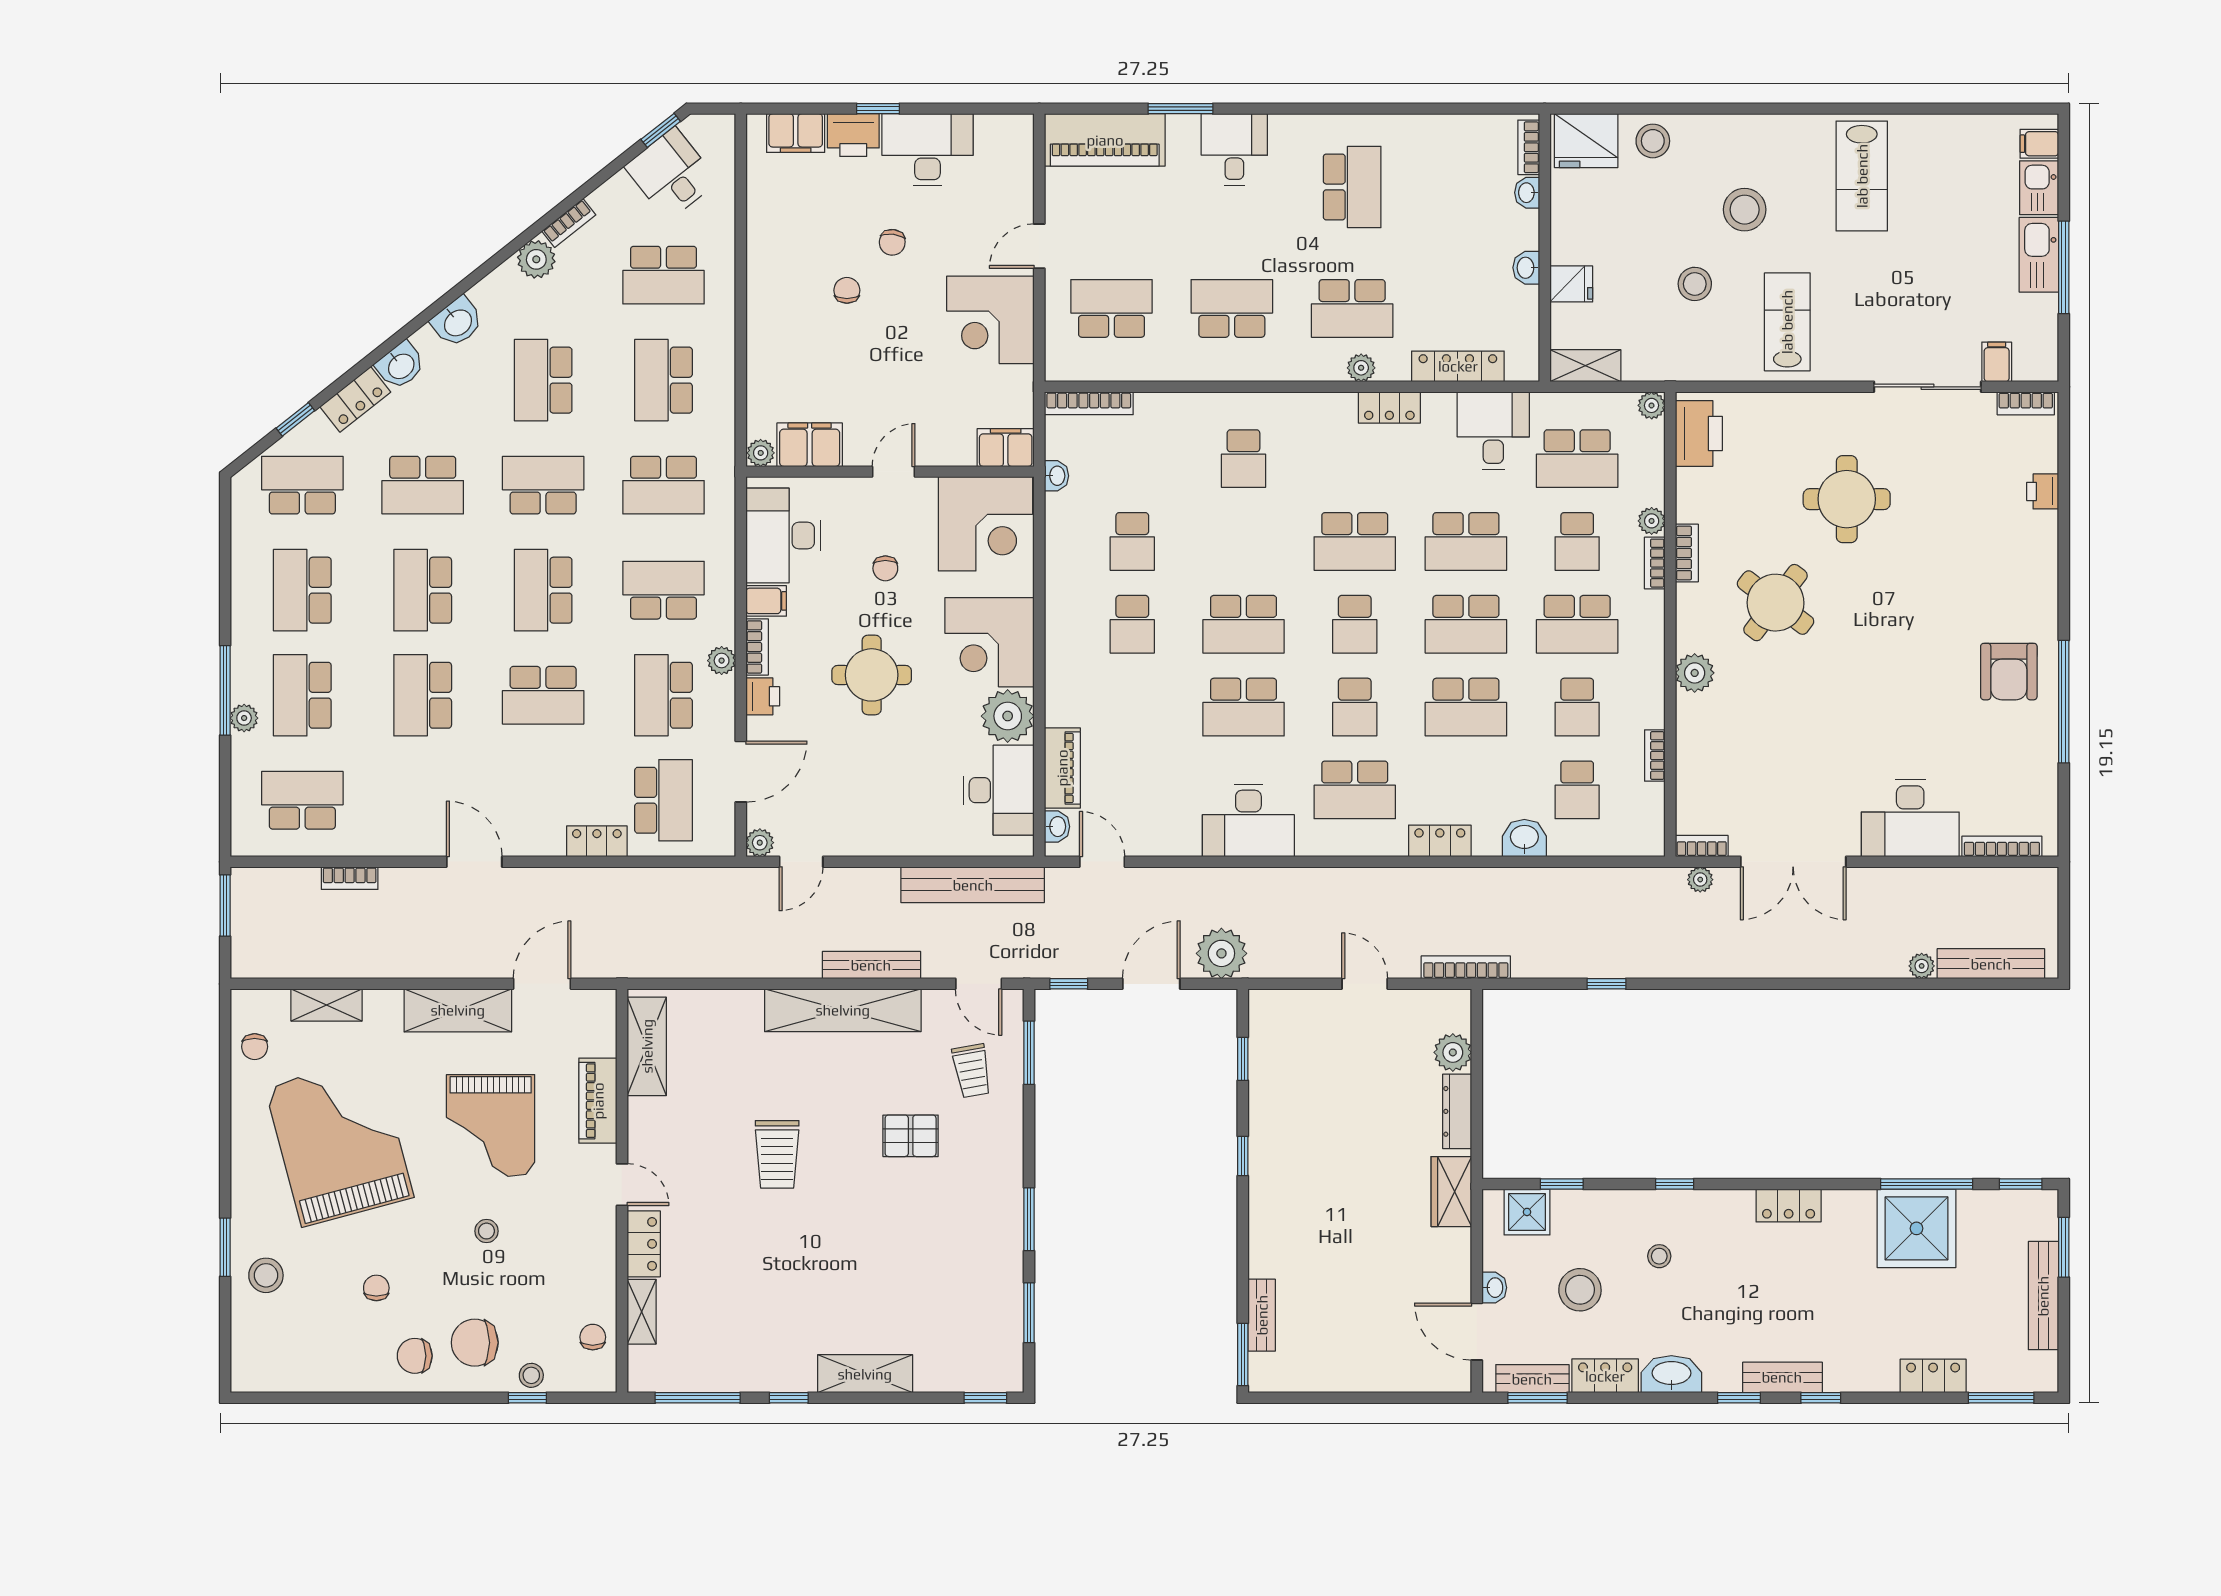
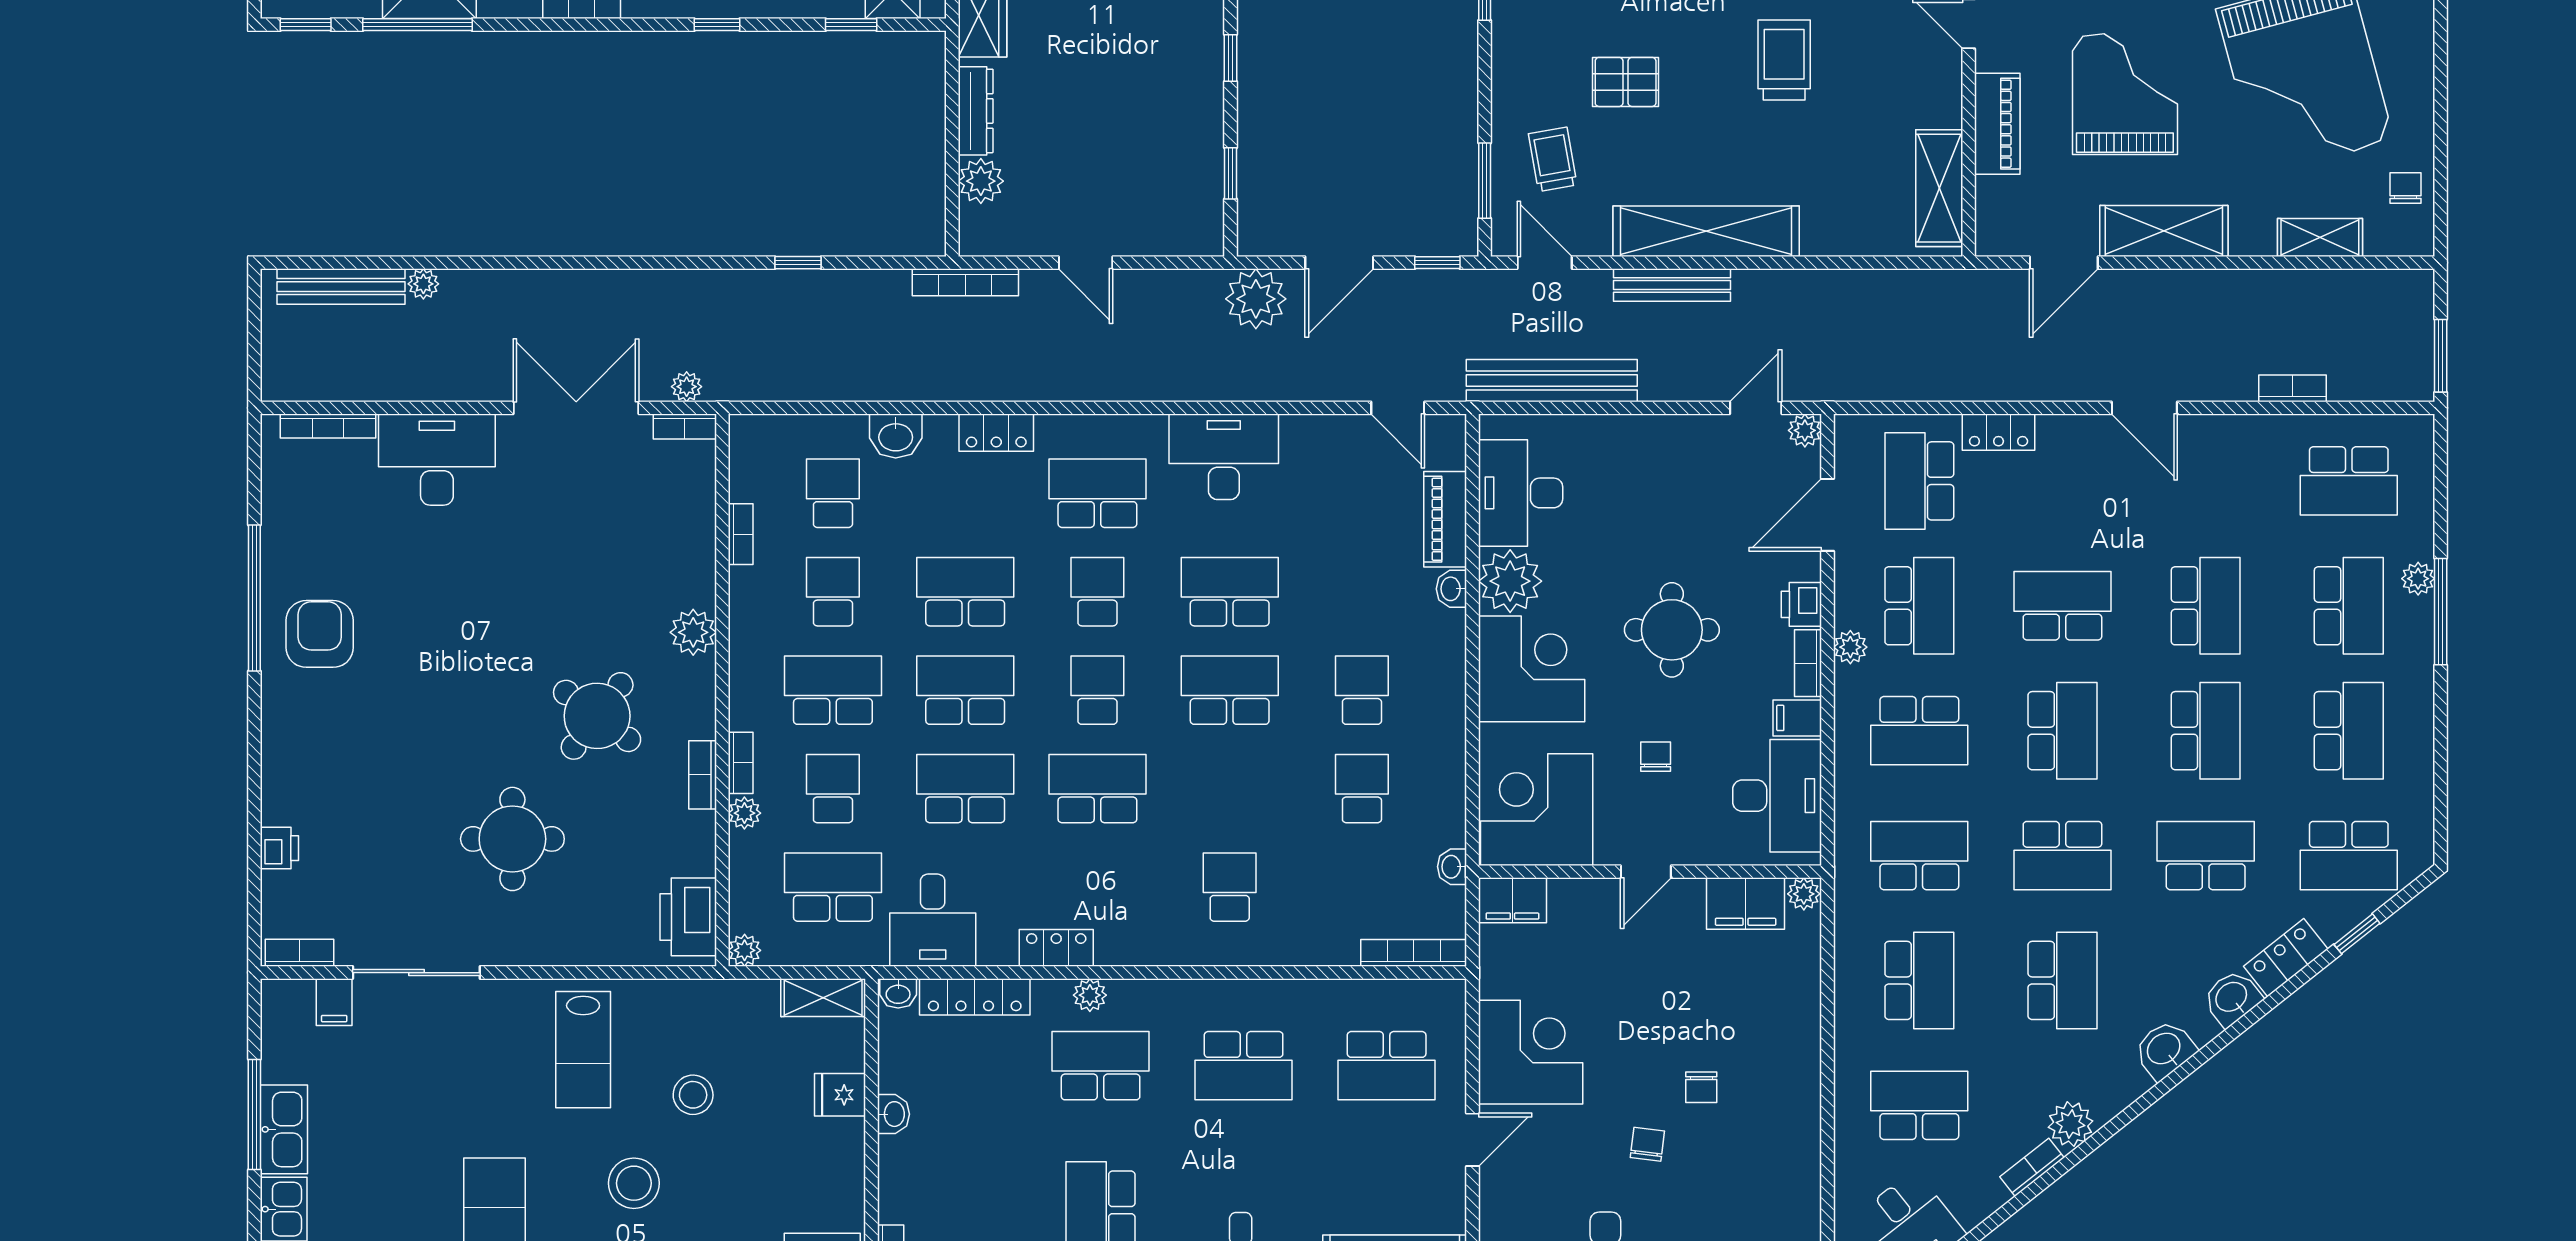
washbasin: (1527, 193) -> (898, 993), moved, turned 90
washbasin: (1057, 827) -> (1451, 589), moved

